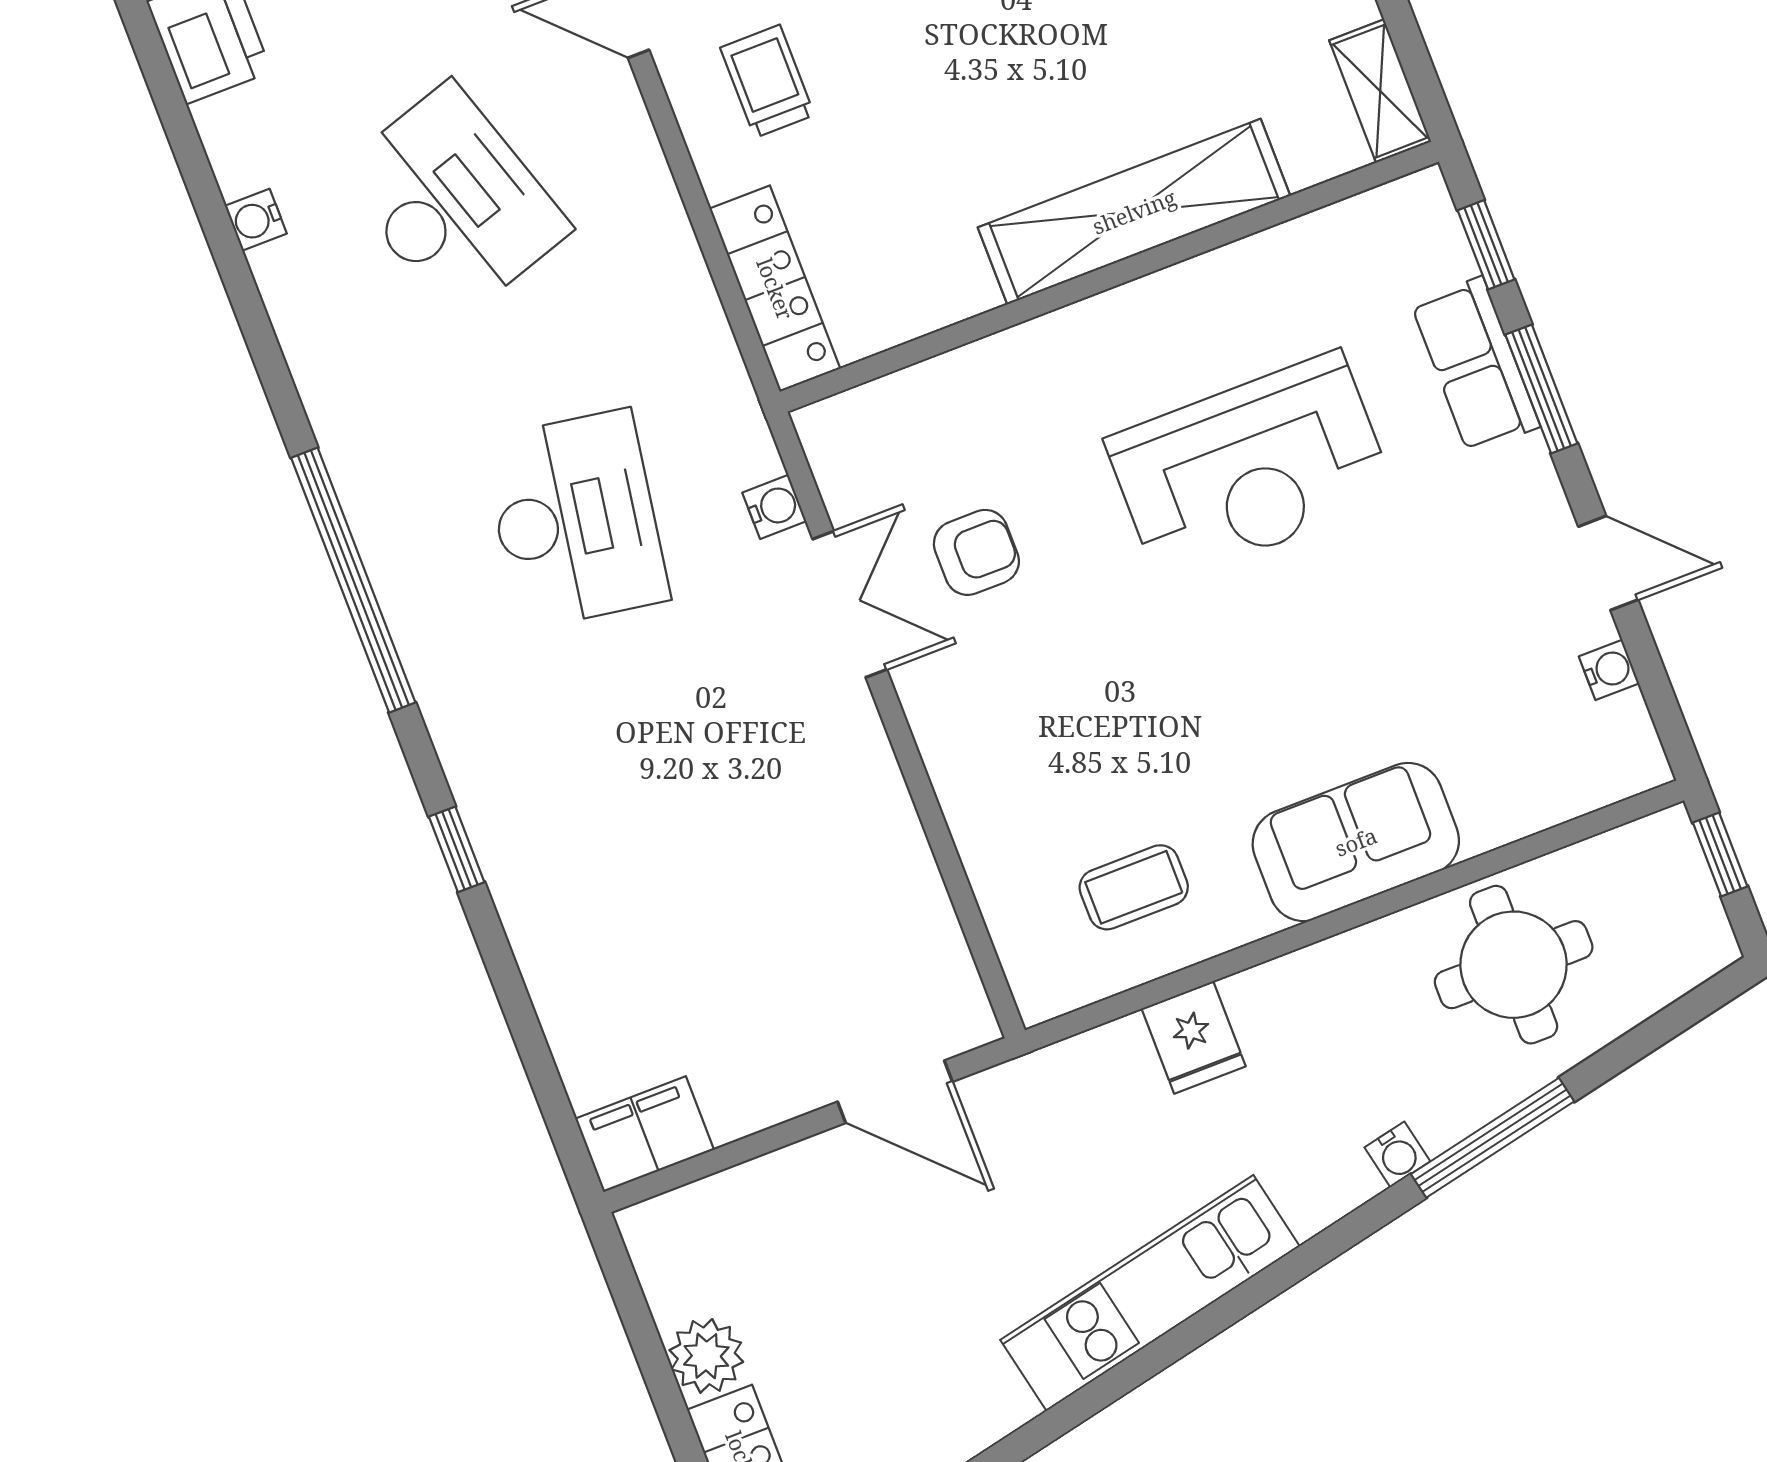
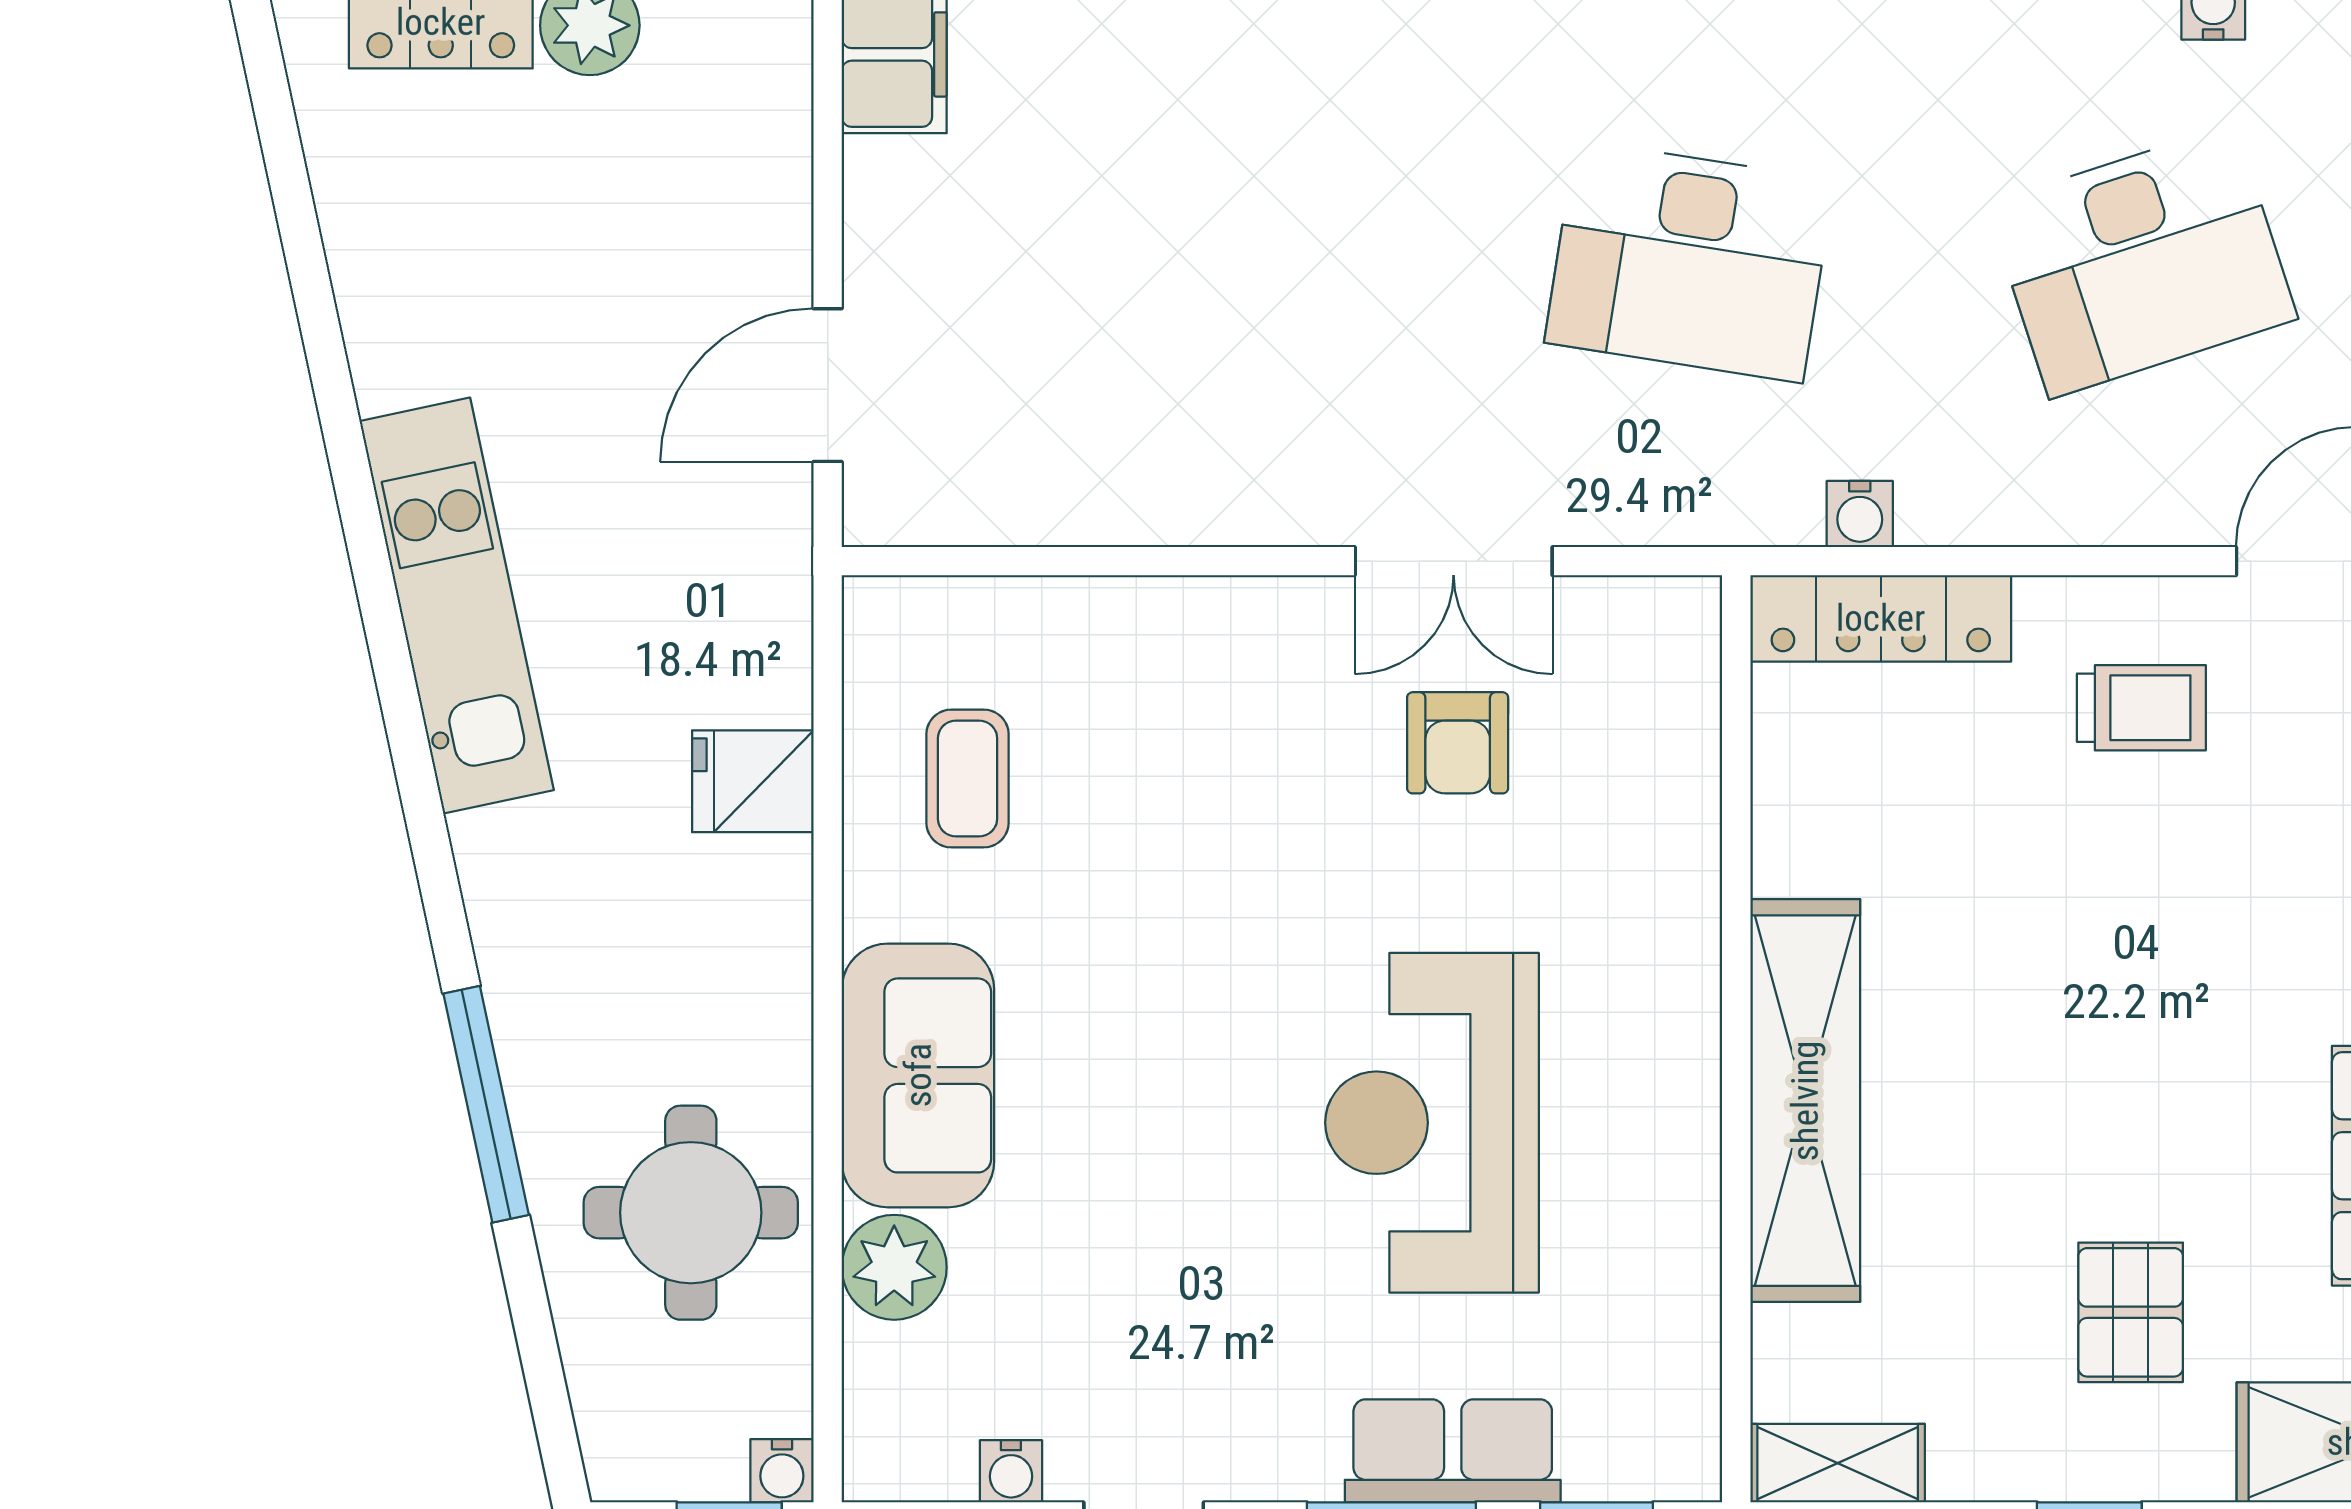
water cooler: (774, 507) -> (1860, 514), moved
plant: (1497, 807) -> (894, 1267), added
water cooler: (1397, 1154) -> (782, 1471), moved, turned -78

